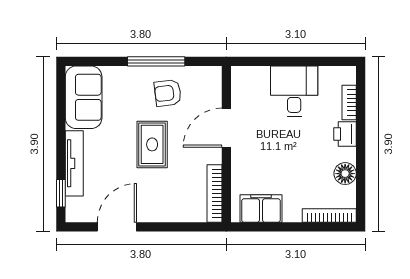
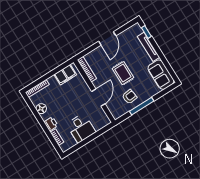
door: (117, 227) -> (107, 38), moved

